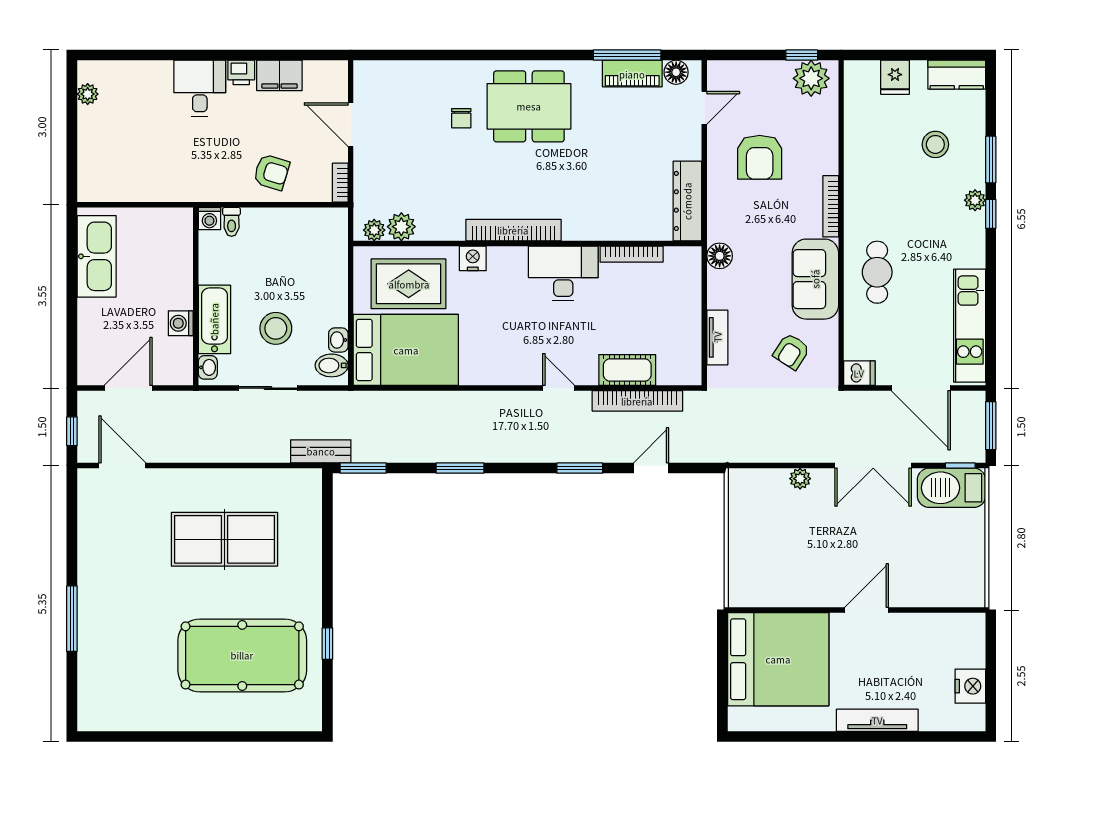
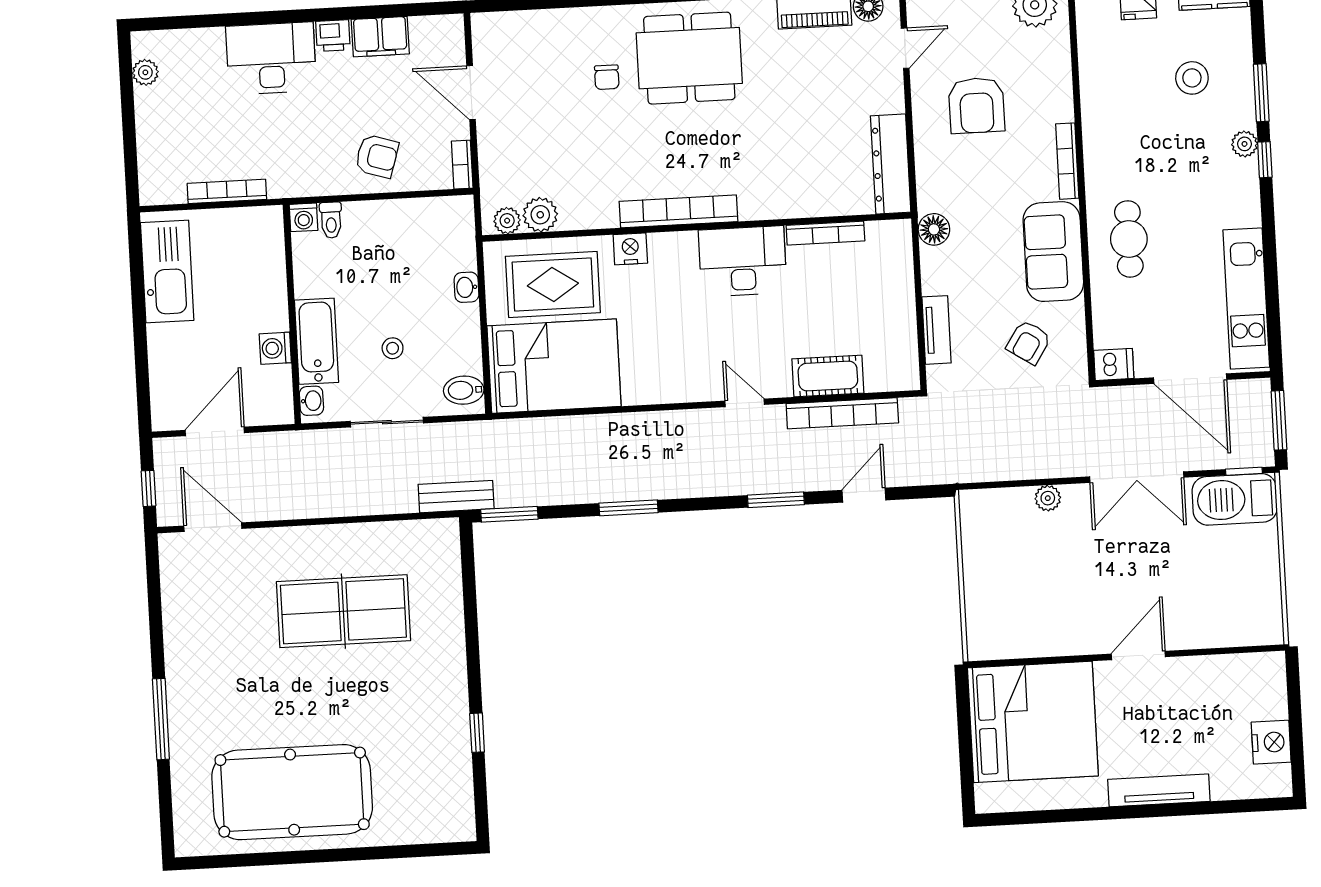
desk: (200, 88) -> (271, 58), width x1.37
bookcase: (148, 194) -> (227, 191), added
stool: (276, 328) -> (393, 348), width x0.53, depth x0.53
washbasin: (338, 340) -> (466, 287), moved
pool table: (242, 655) -> (292, 792), moved

